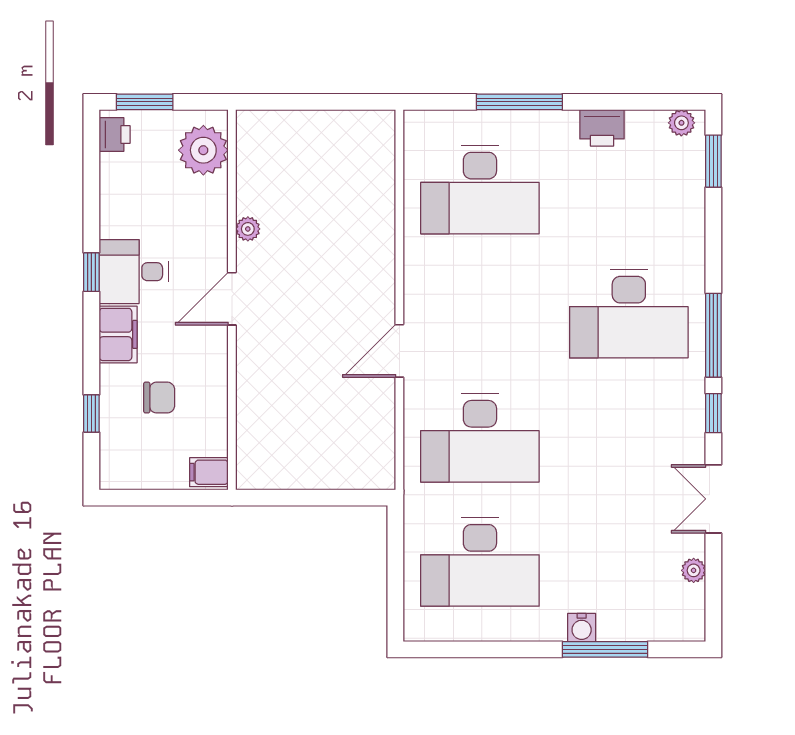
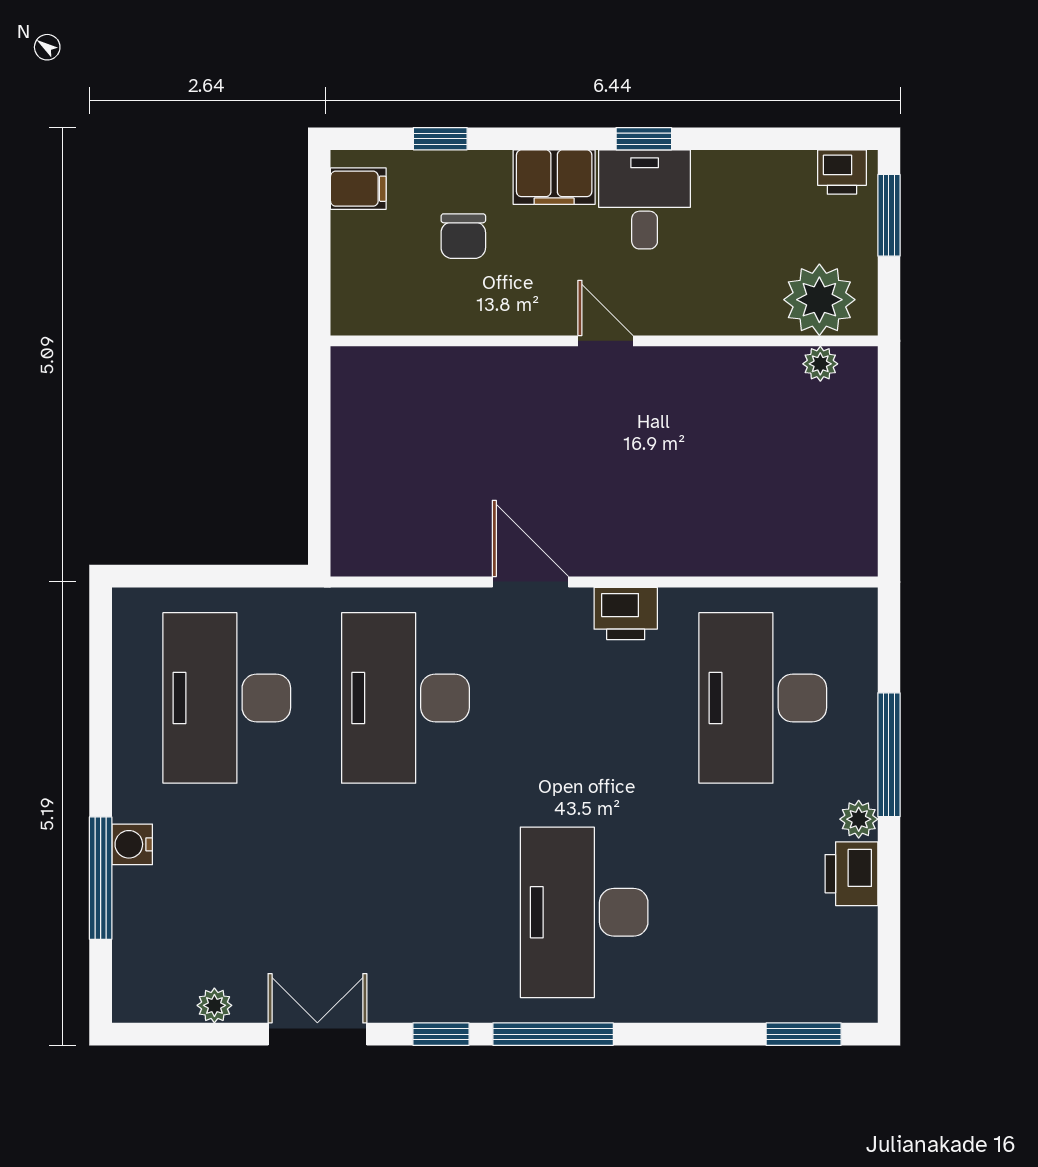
plant: (681, 123) -> (859, 819), moved
plant: (248, 229) -> (820, 364), moved
printer: (421, 285) -> (626, 613), added
door: (232, 299) -> (606, 341), width x0.73
filing cabinet: (209, 472) -> (358, 189), moved, turned 90

